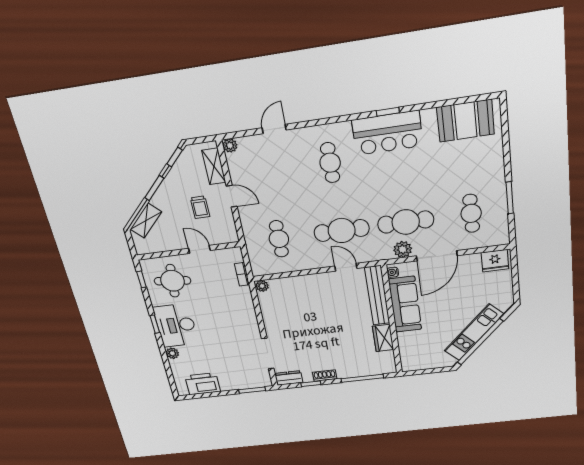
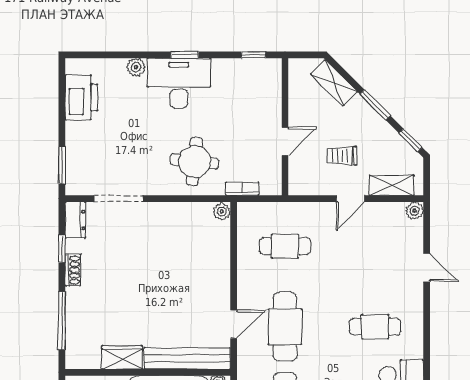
round table: (173, 281) -> (194, 161), moved

